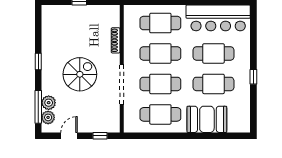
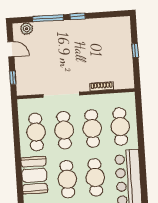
spiral stairs: (80, 74) -> (68, 55), removed
plant: (49, 103) -> (40, 28), removed
window: (38, 107) -> (48, 18), moved

